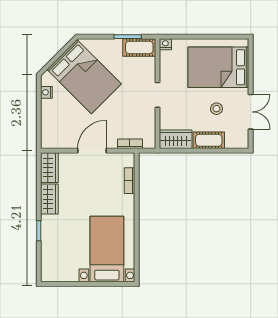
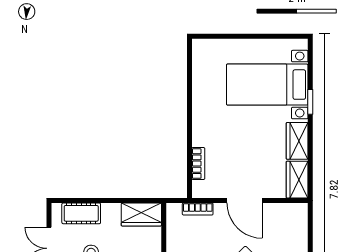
cot: (209, 140) -> (81, 213), moved
door: (92, 151) -> (245, 201), hinge flipped
bed with nightstands: (107, 249) -> (267, 85), moved, turned 90

